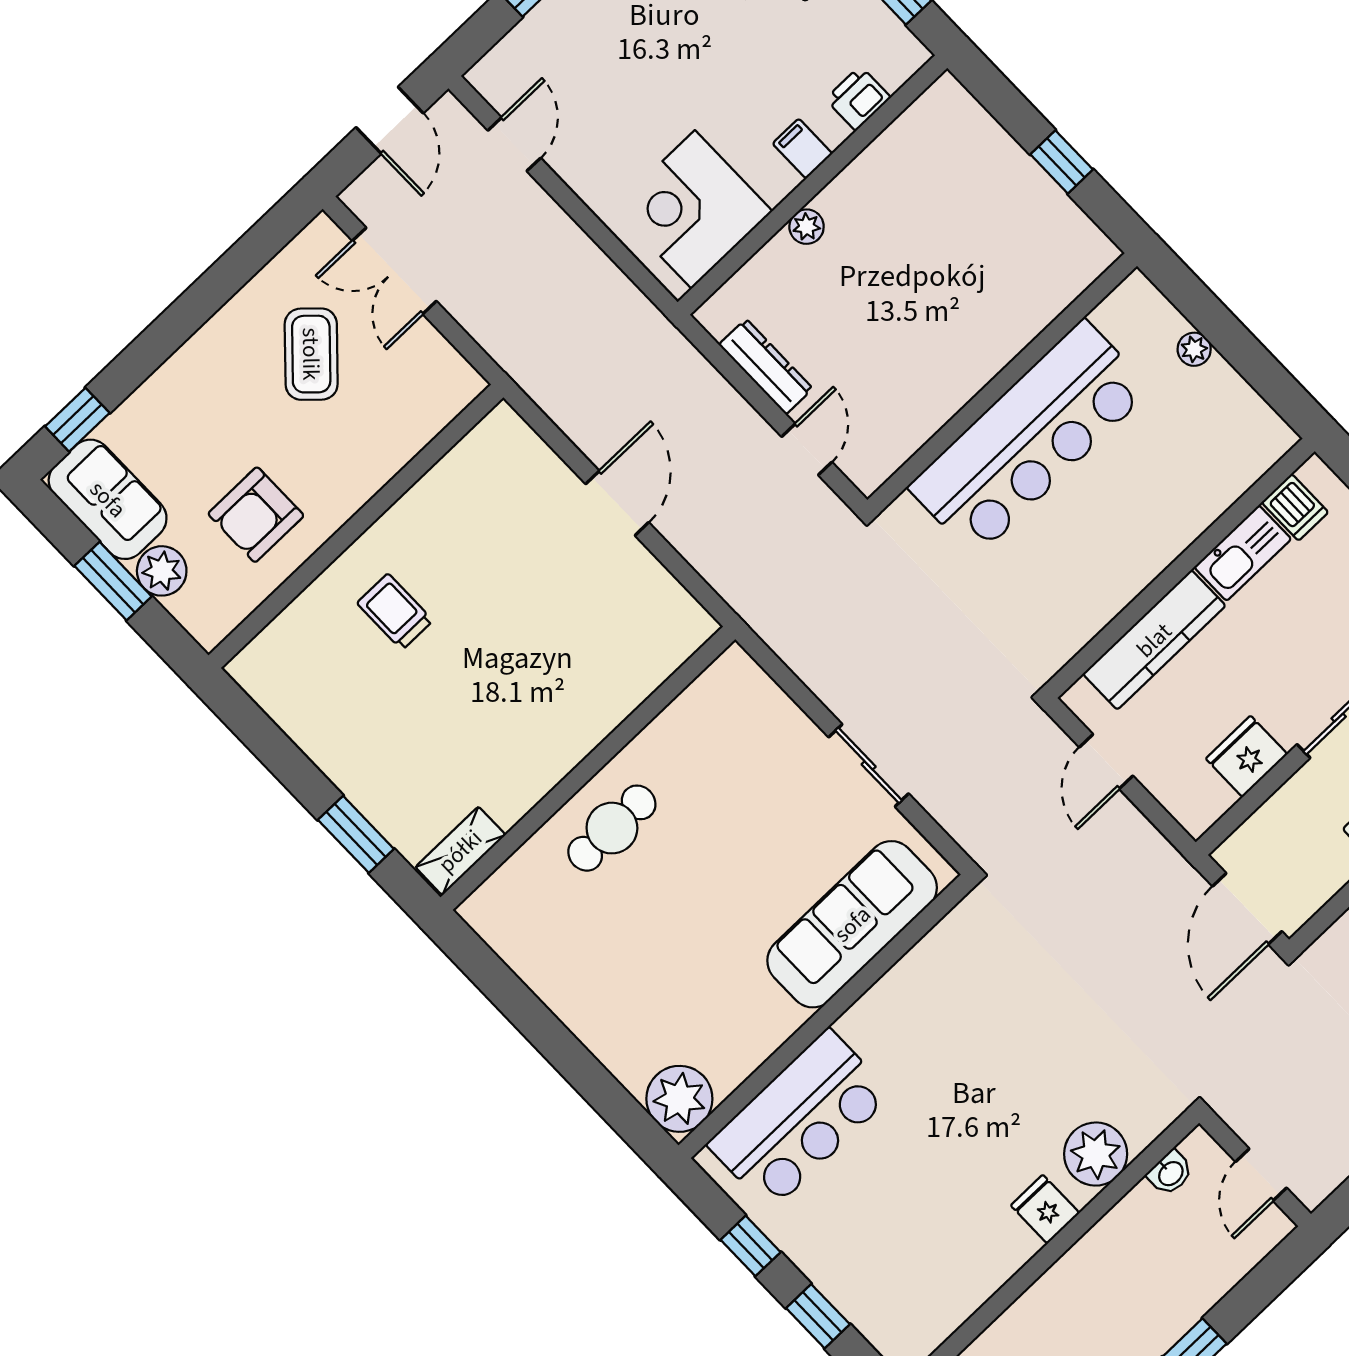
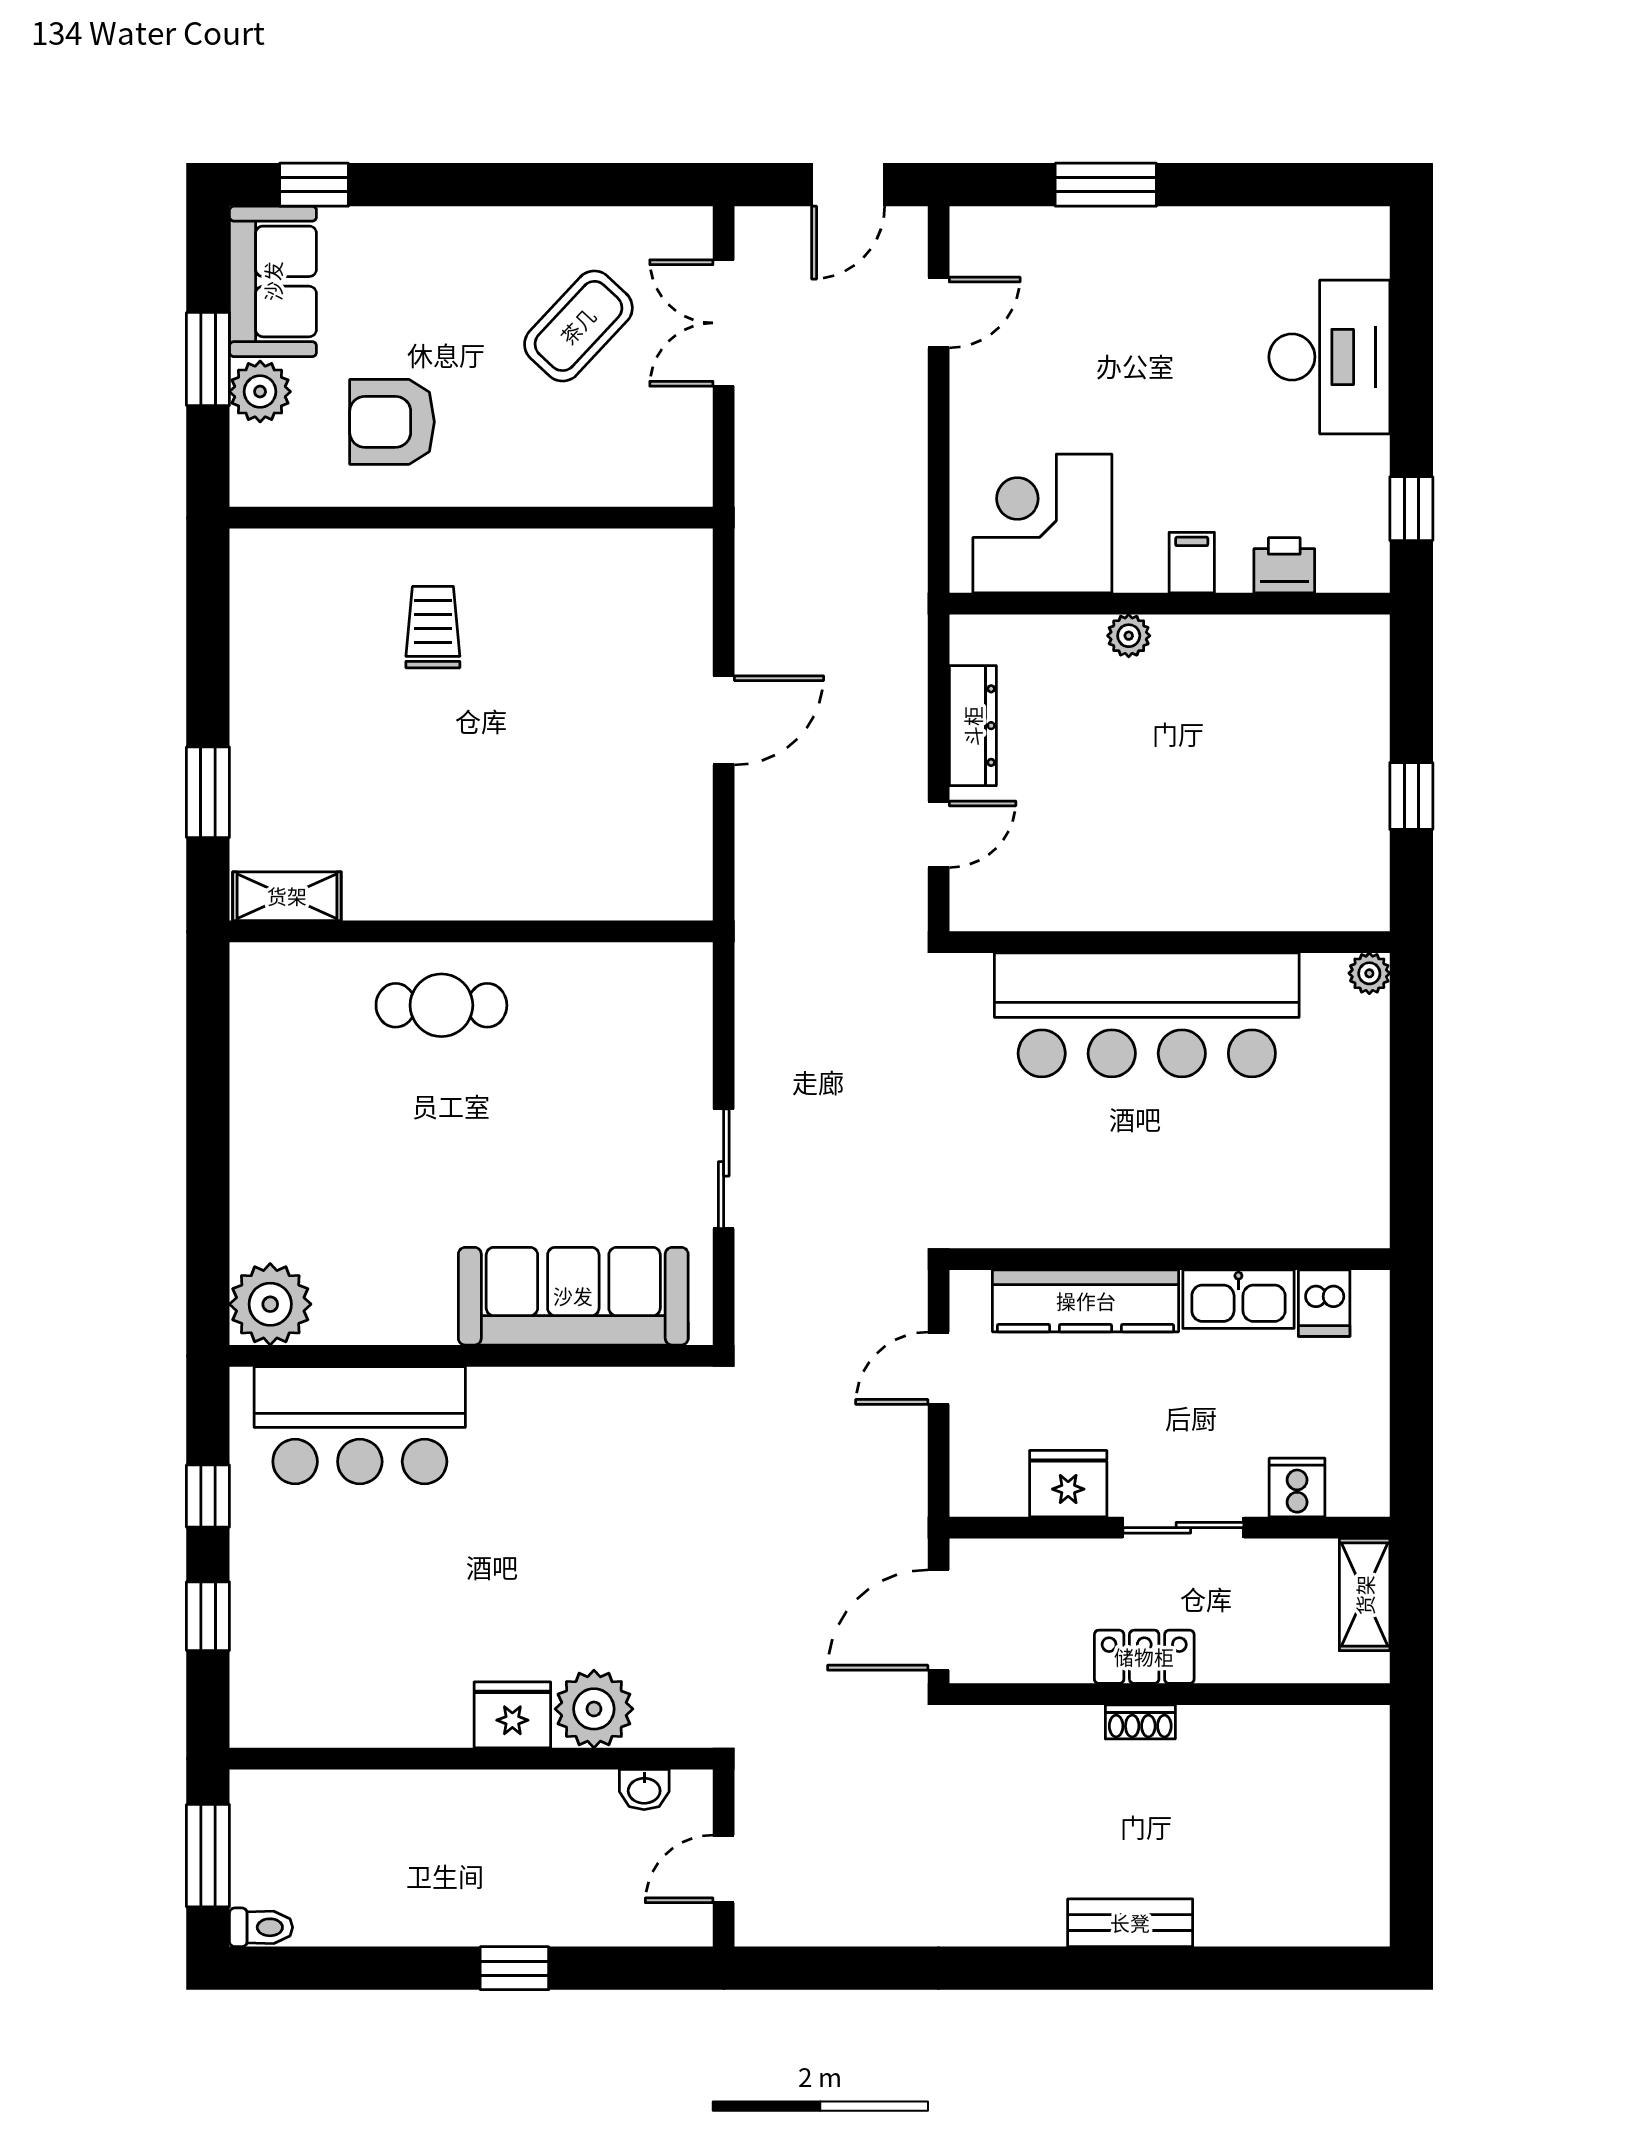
plant: (1194, 349) -> (1369, 973), moved
fridge: (1045, 1209) -> (512, 1715), width x1.38

